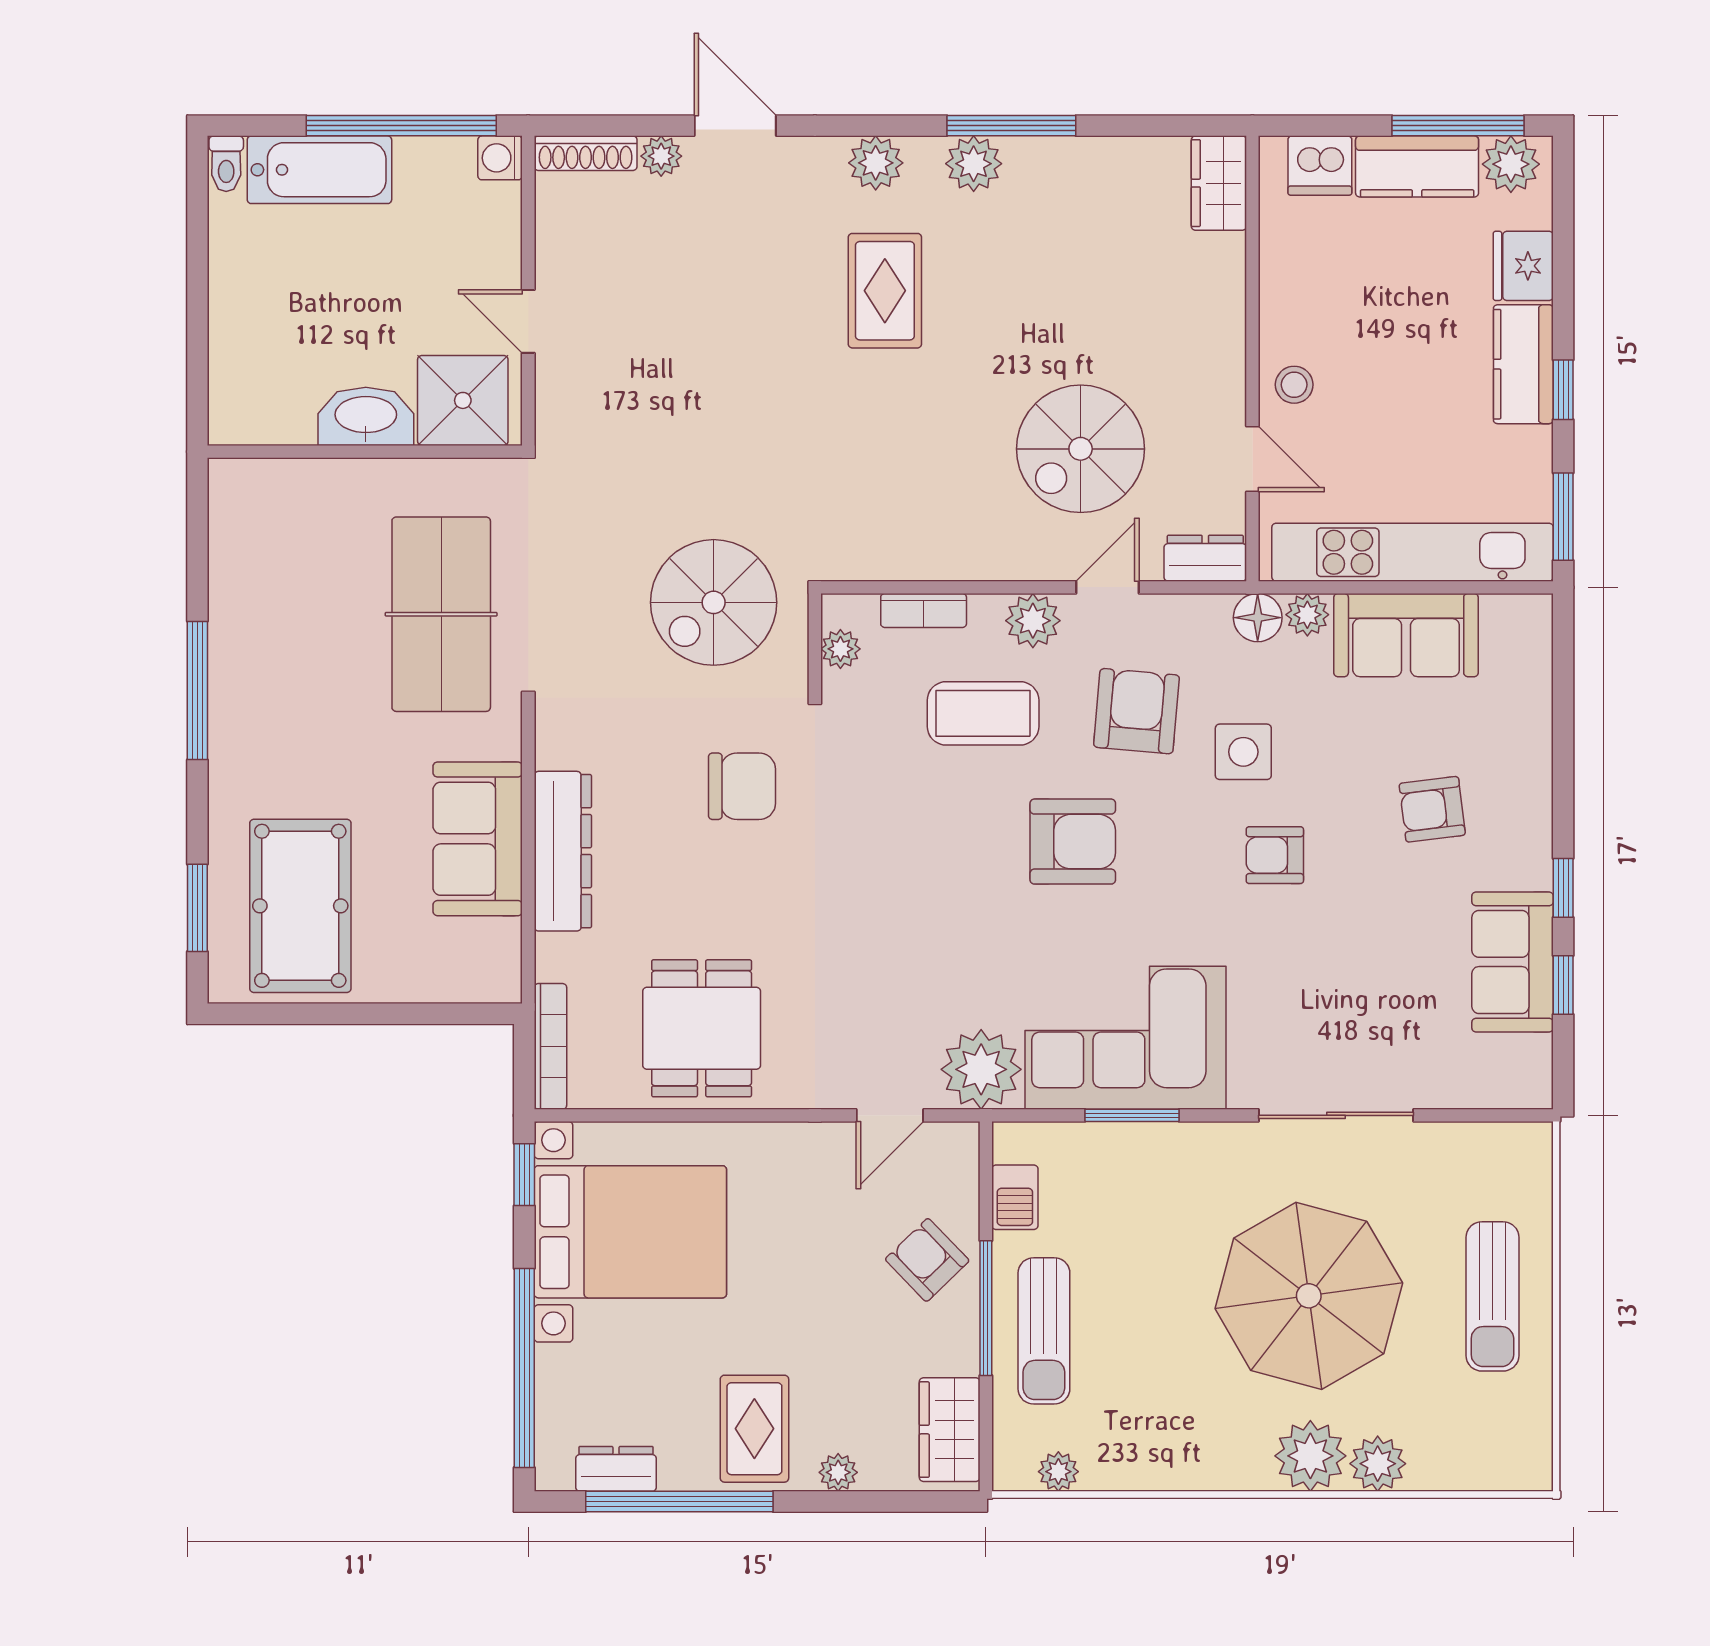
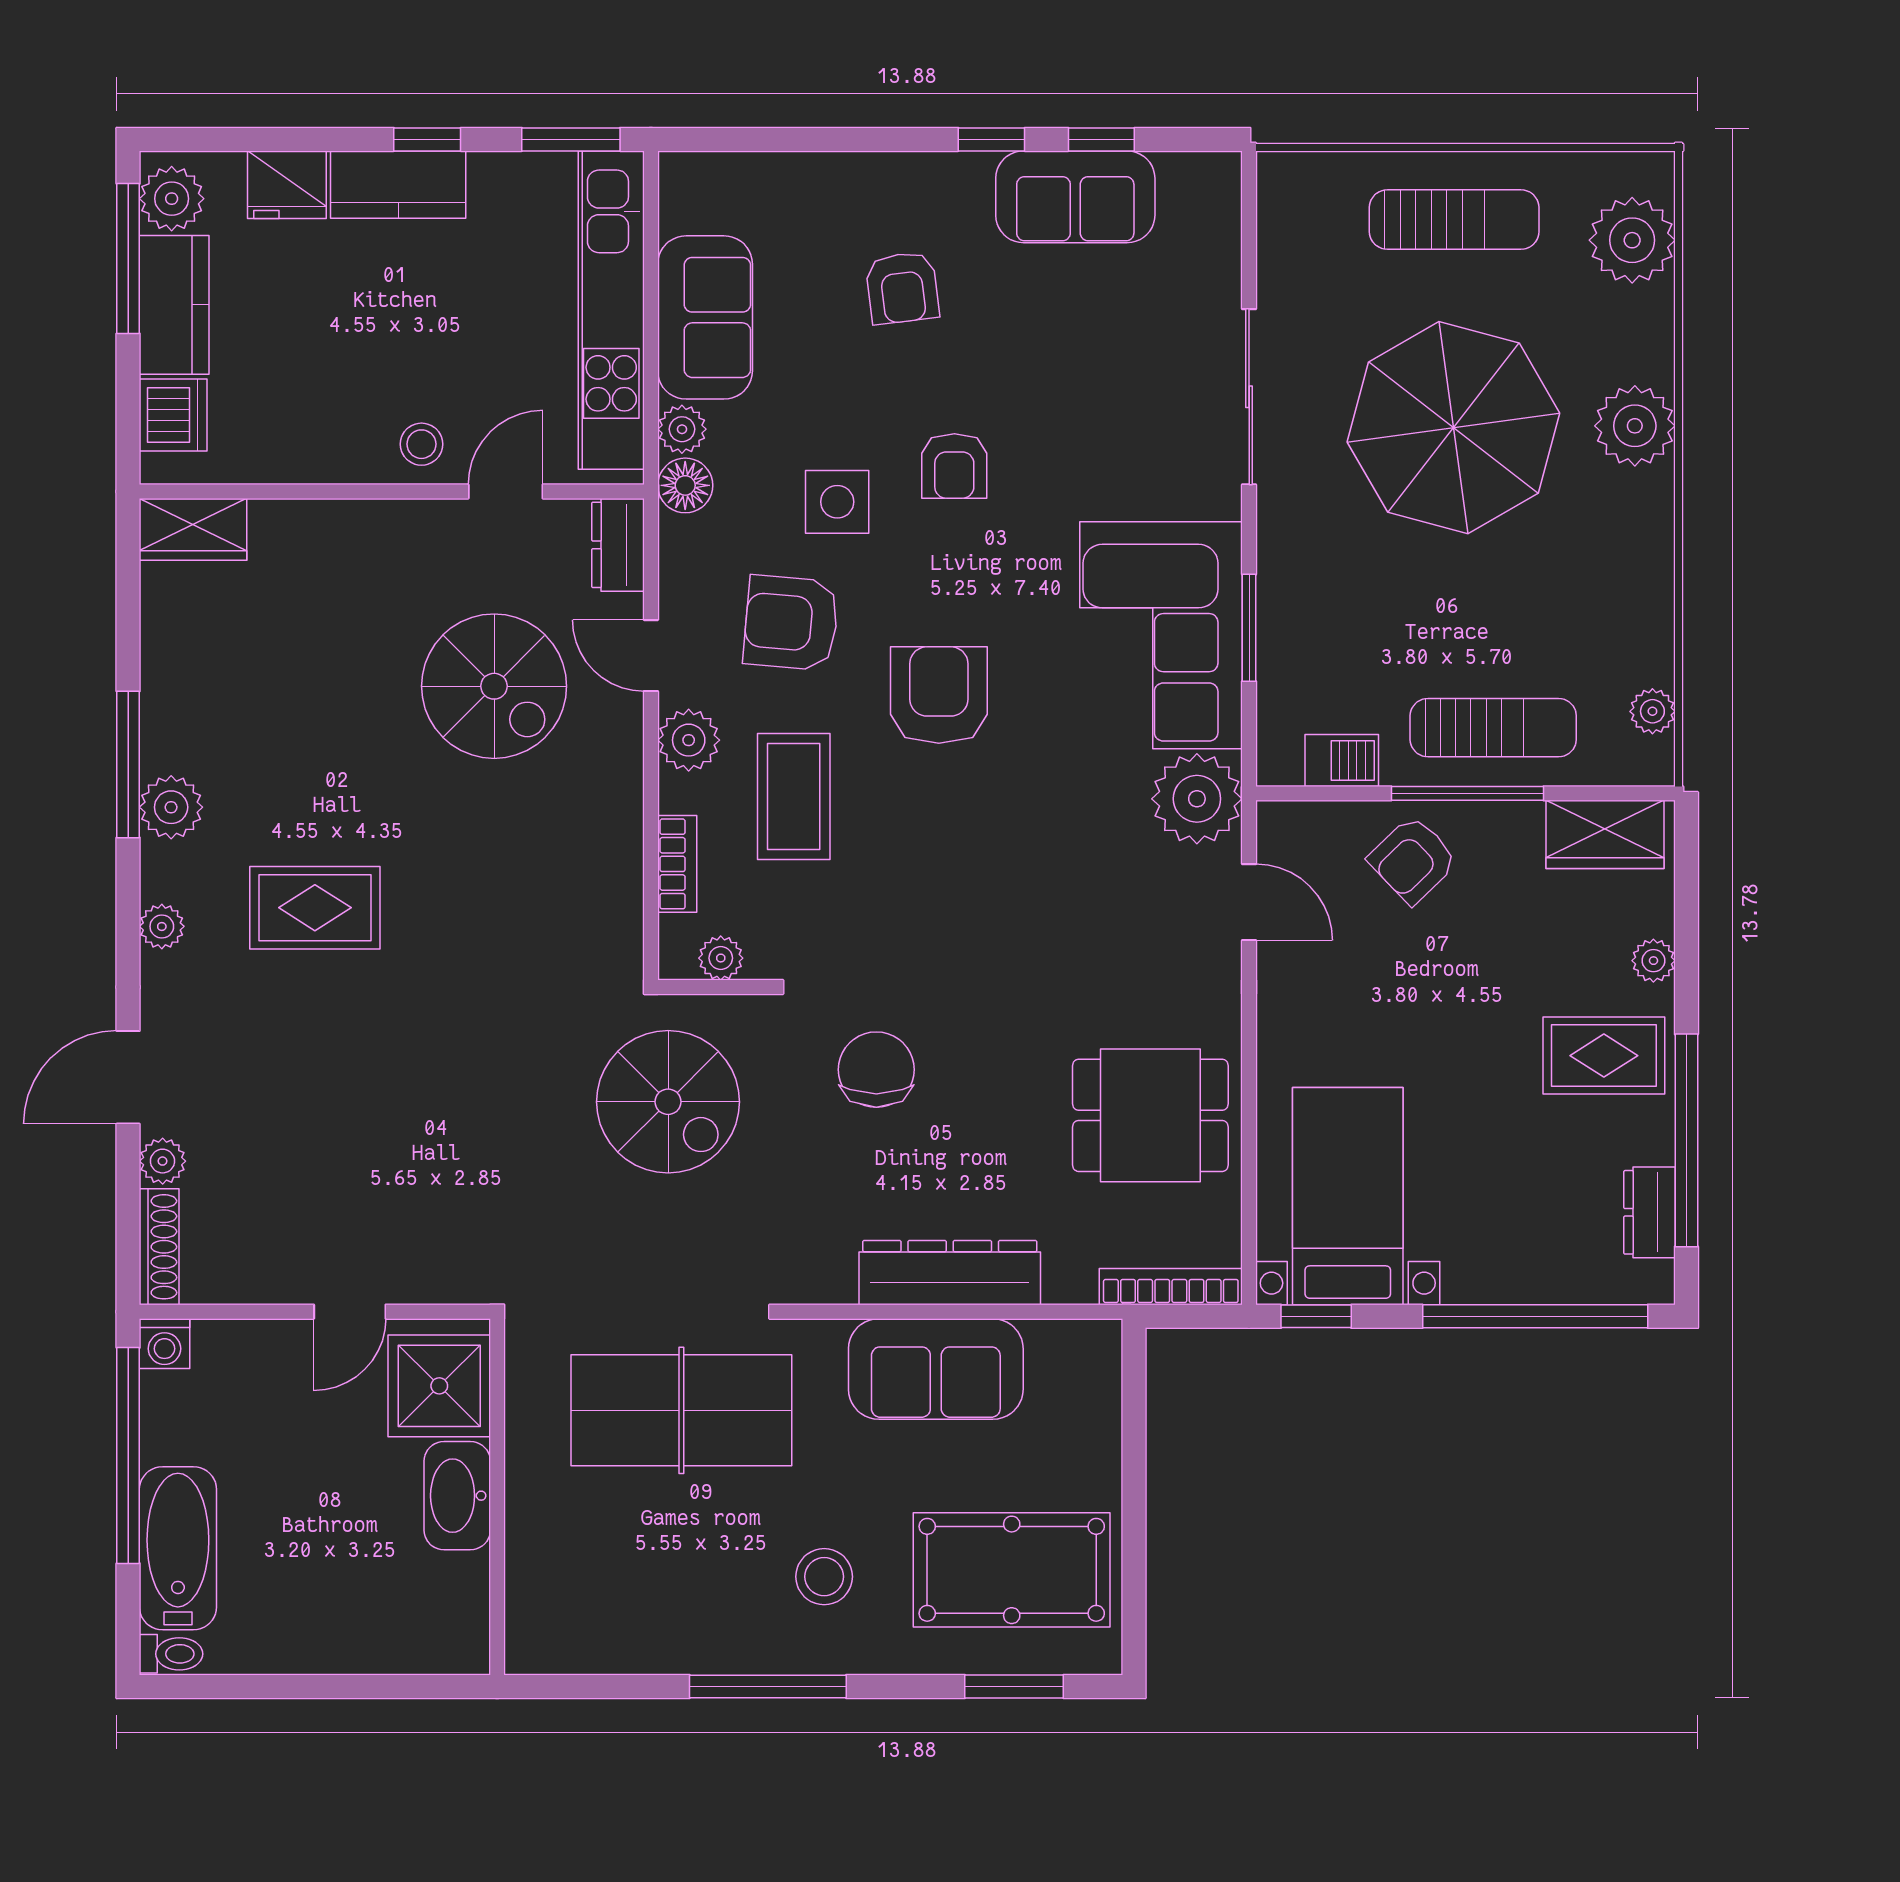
plant: (876, 163) -> (162, 926), width x0.73, depth x0.73
stool: (294, 740) -> (824, 1577), added
bed with nightstands: (630, 1232) -> (1348, 1196), width x0.73
plant: (1378, 1464) -> (1632, 240), moved, width x1.36, depth x1.36

